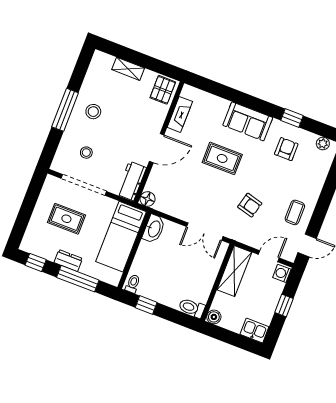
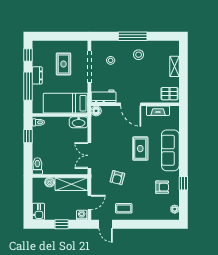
sofa: (248, 121) -> (170, 150), width x1.36
door: (269, 256) -> (89, 202), hinge flipped
boiler: (214, 317) -> (50, 182), moved

